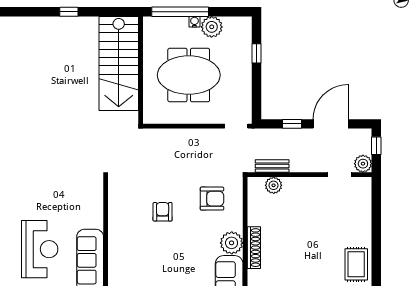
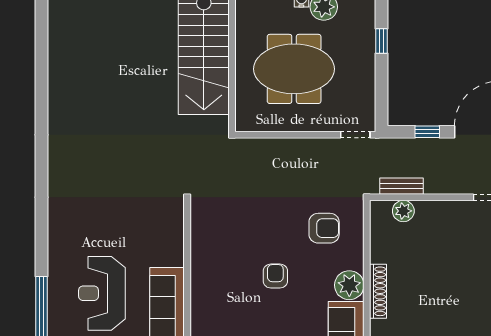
armchair: (163, 212) -> (275, 276), moved
reception desk: (40, 249) -> (102, 293), turned 180

